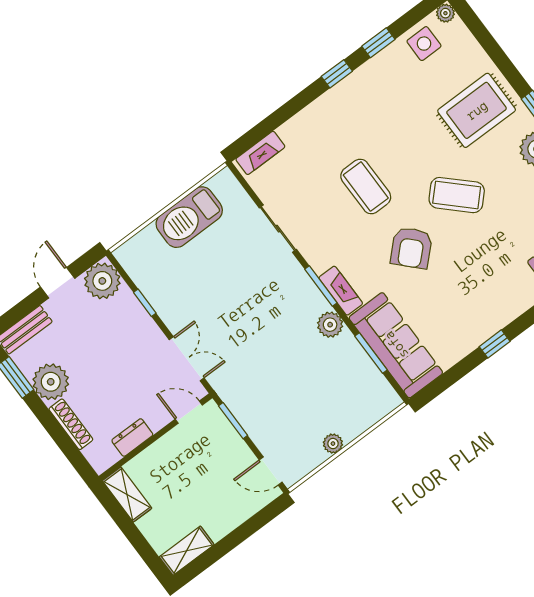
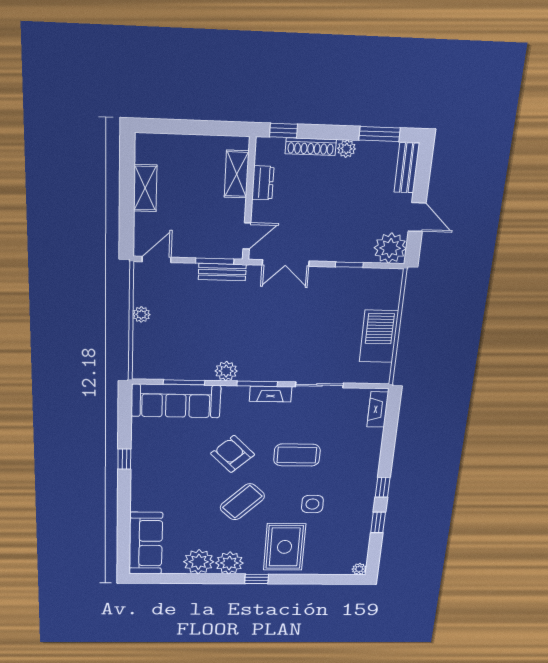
side table: (424, 44) -> (312, 504), moved
fireplace: (341, 291) -> (271, 394), moved
plant: (51, 382) -> (346, 149), width x0.53, depth x0.53
bench: (238, 406) -> (222, 272), added
window: (76, 458) -> (284, 131), added
shelving: (127, 495) -> (237, 174), moved, turned 90
shelving: (187, 551) -> (145, 188), moved

